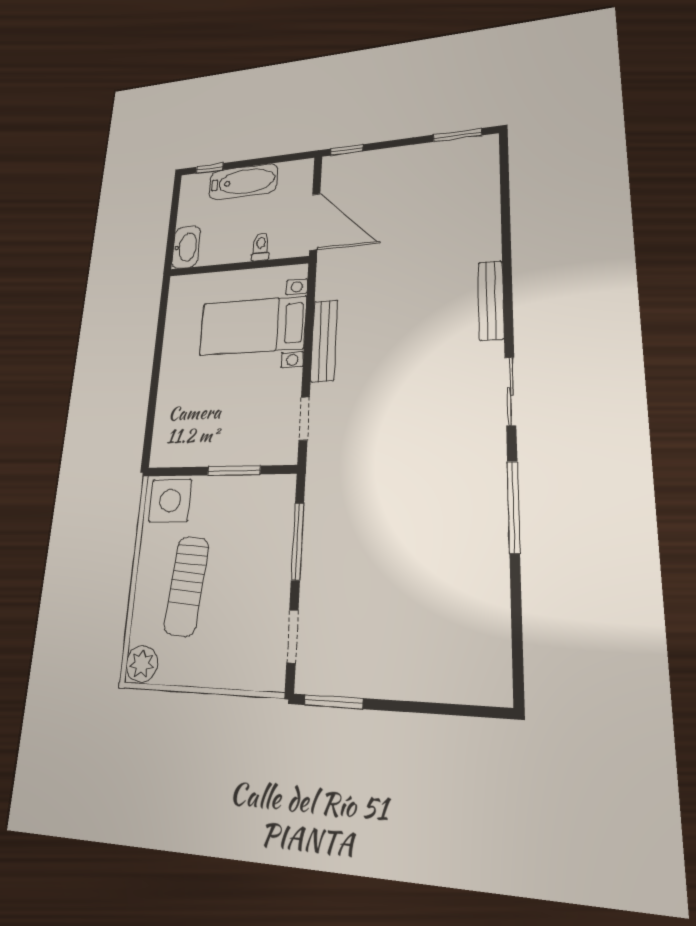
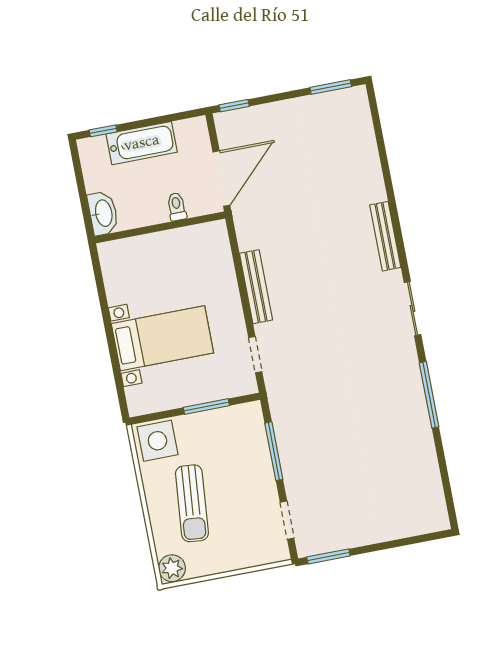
door: (315, 222) -> (221, 179), hinge flipped
bed with nightstands: (253, 326) -> (162, 338), moved, turned 180

